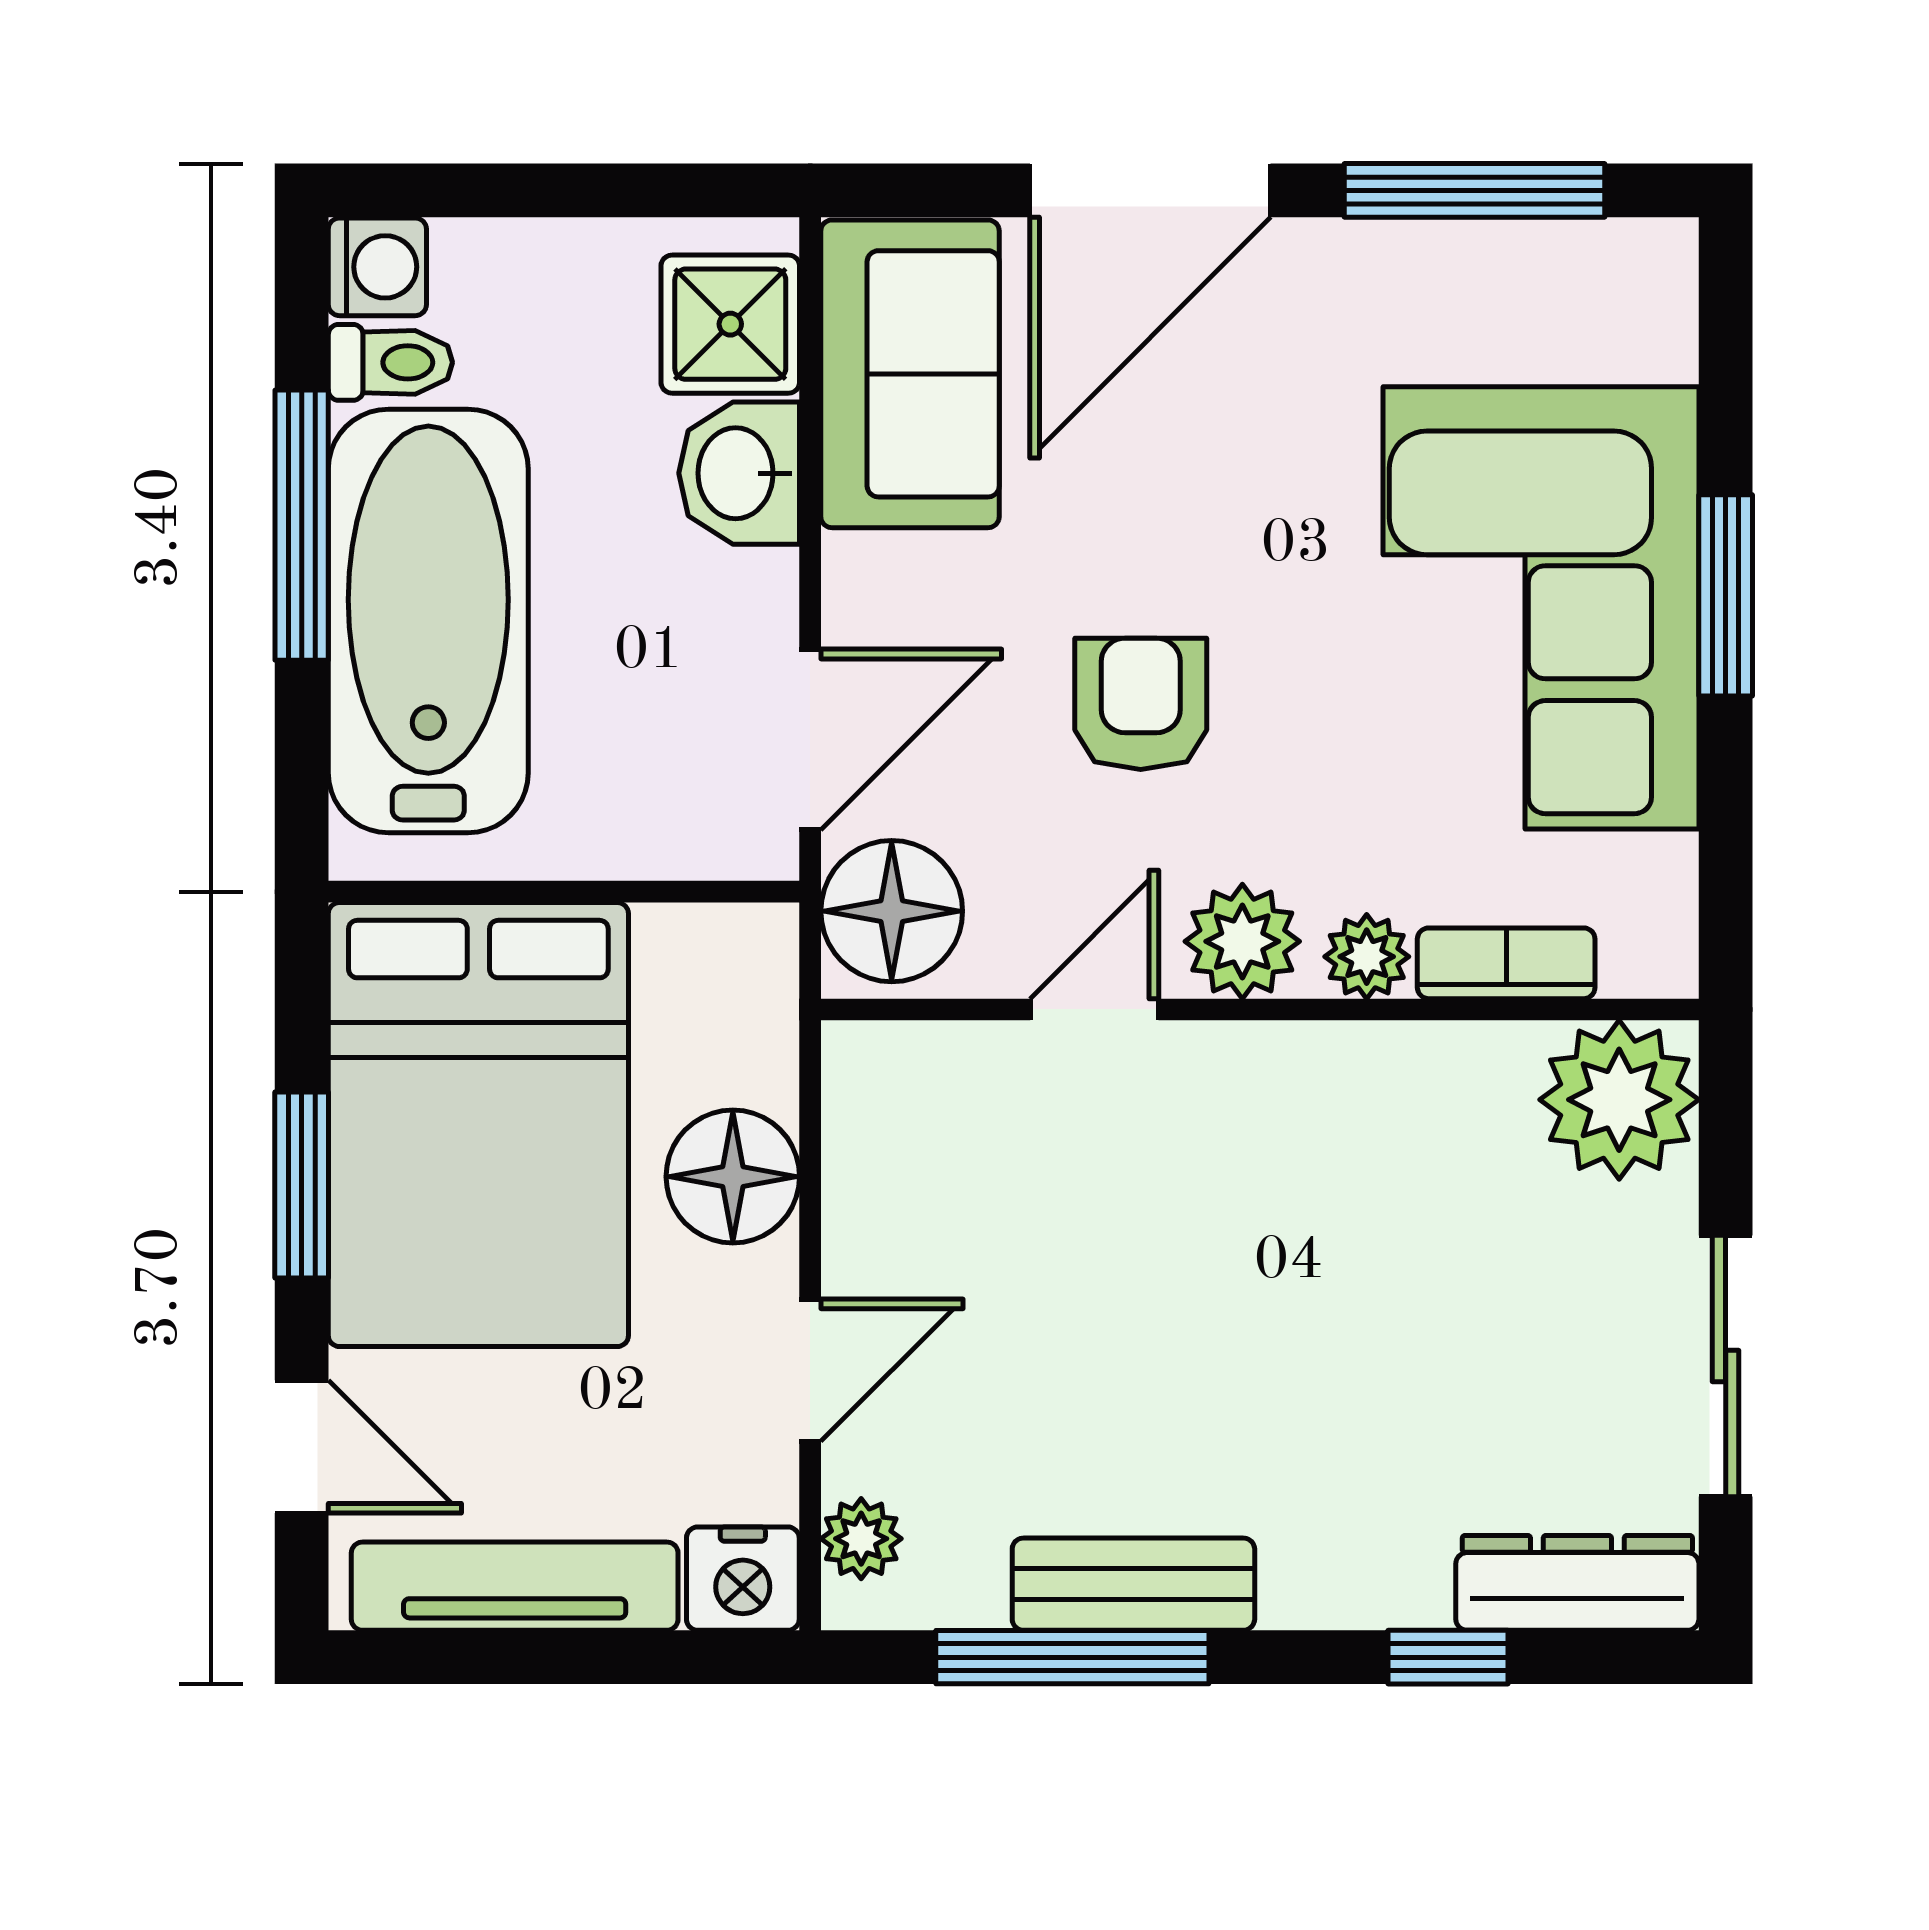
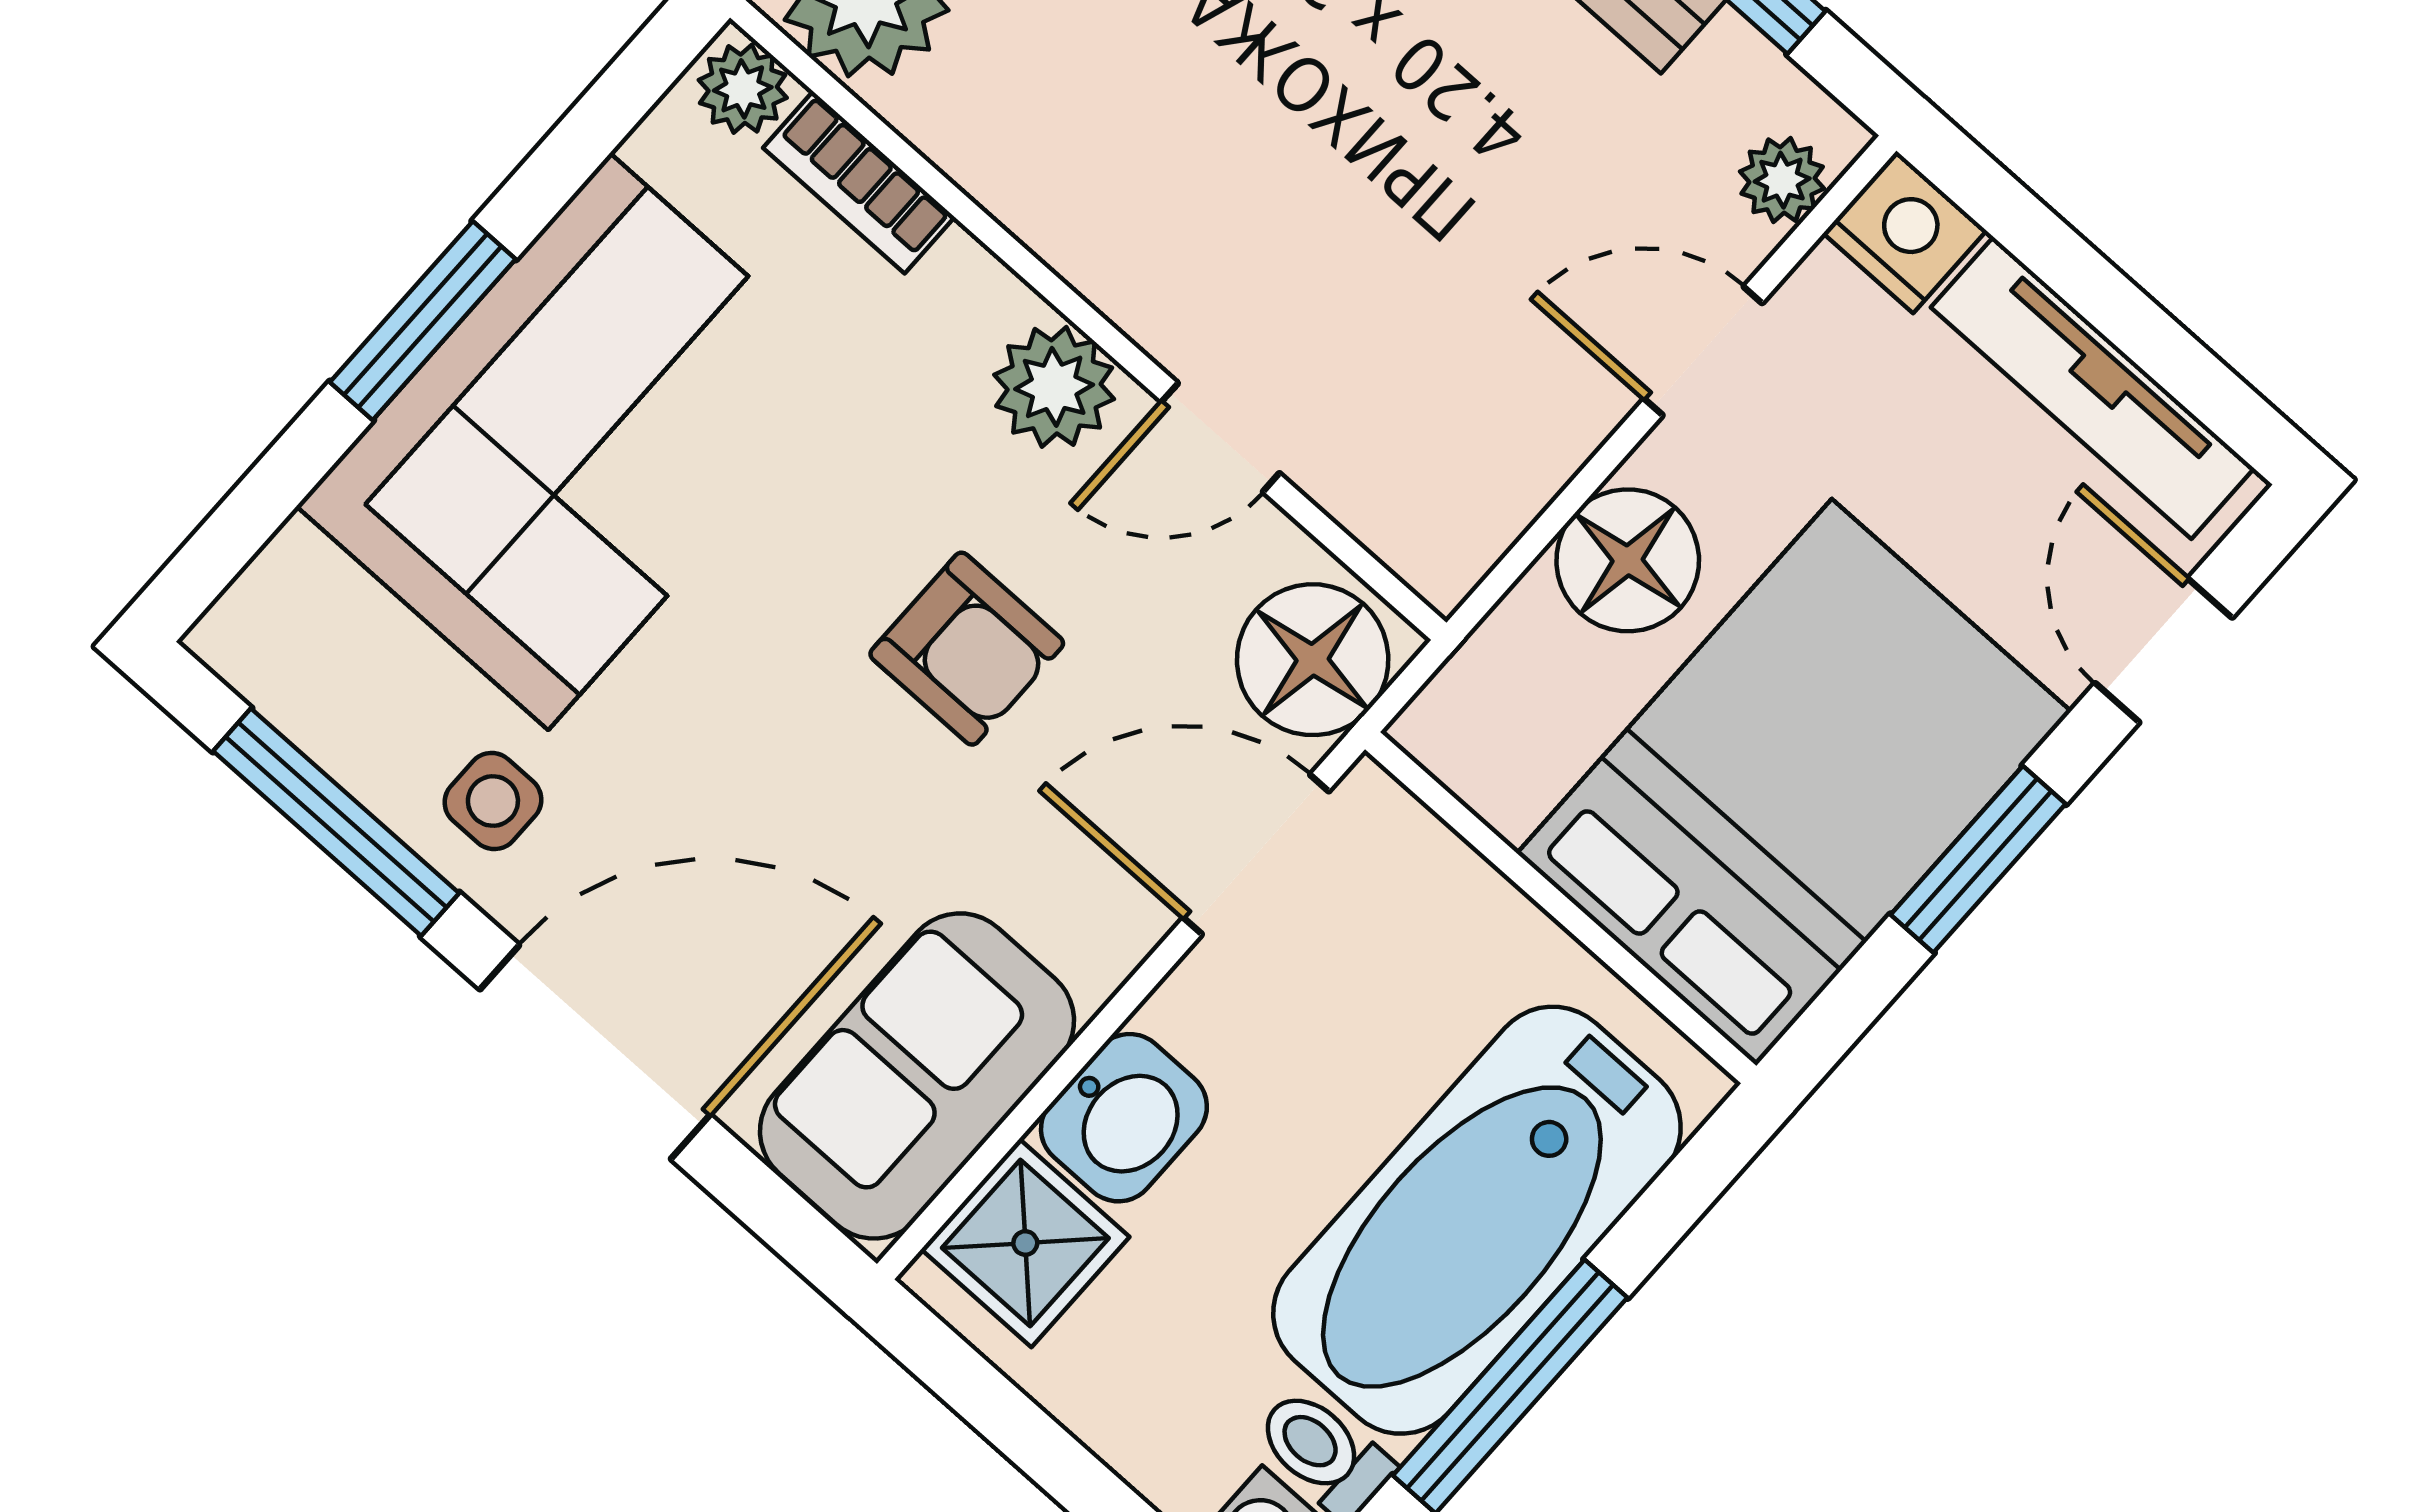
side table: (1378, 303) -> (493, 801), added
armchair: (1141, 704) -> (967, 649), turned -90
plant: (1367, 957) -> (743, 89), moved

